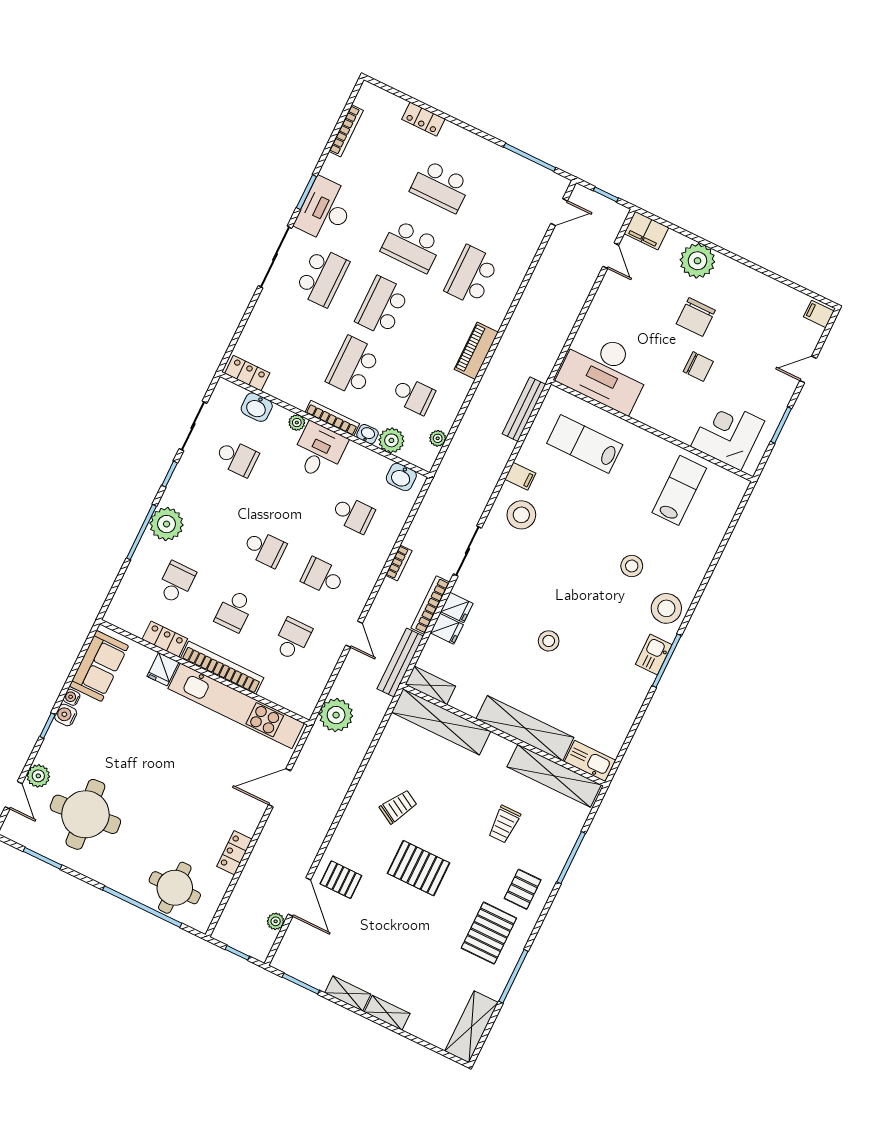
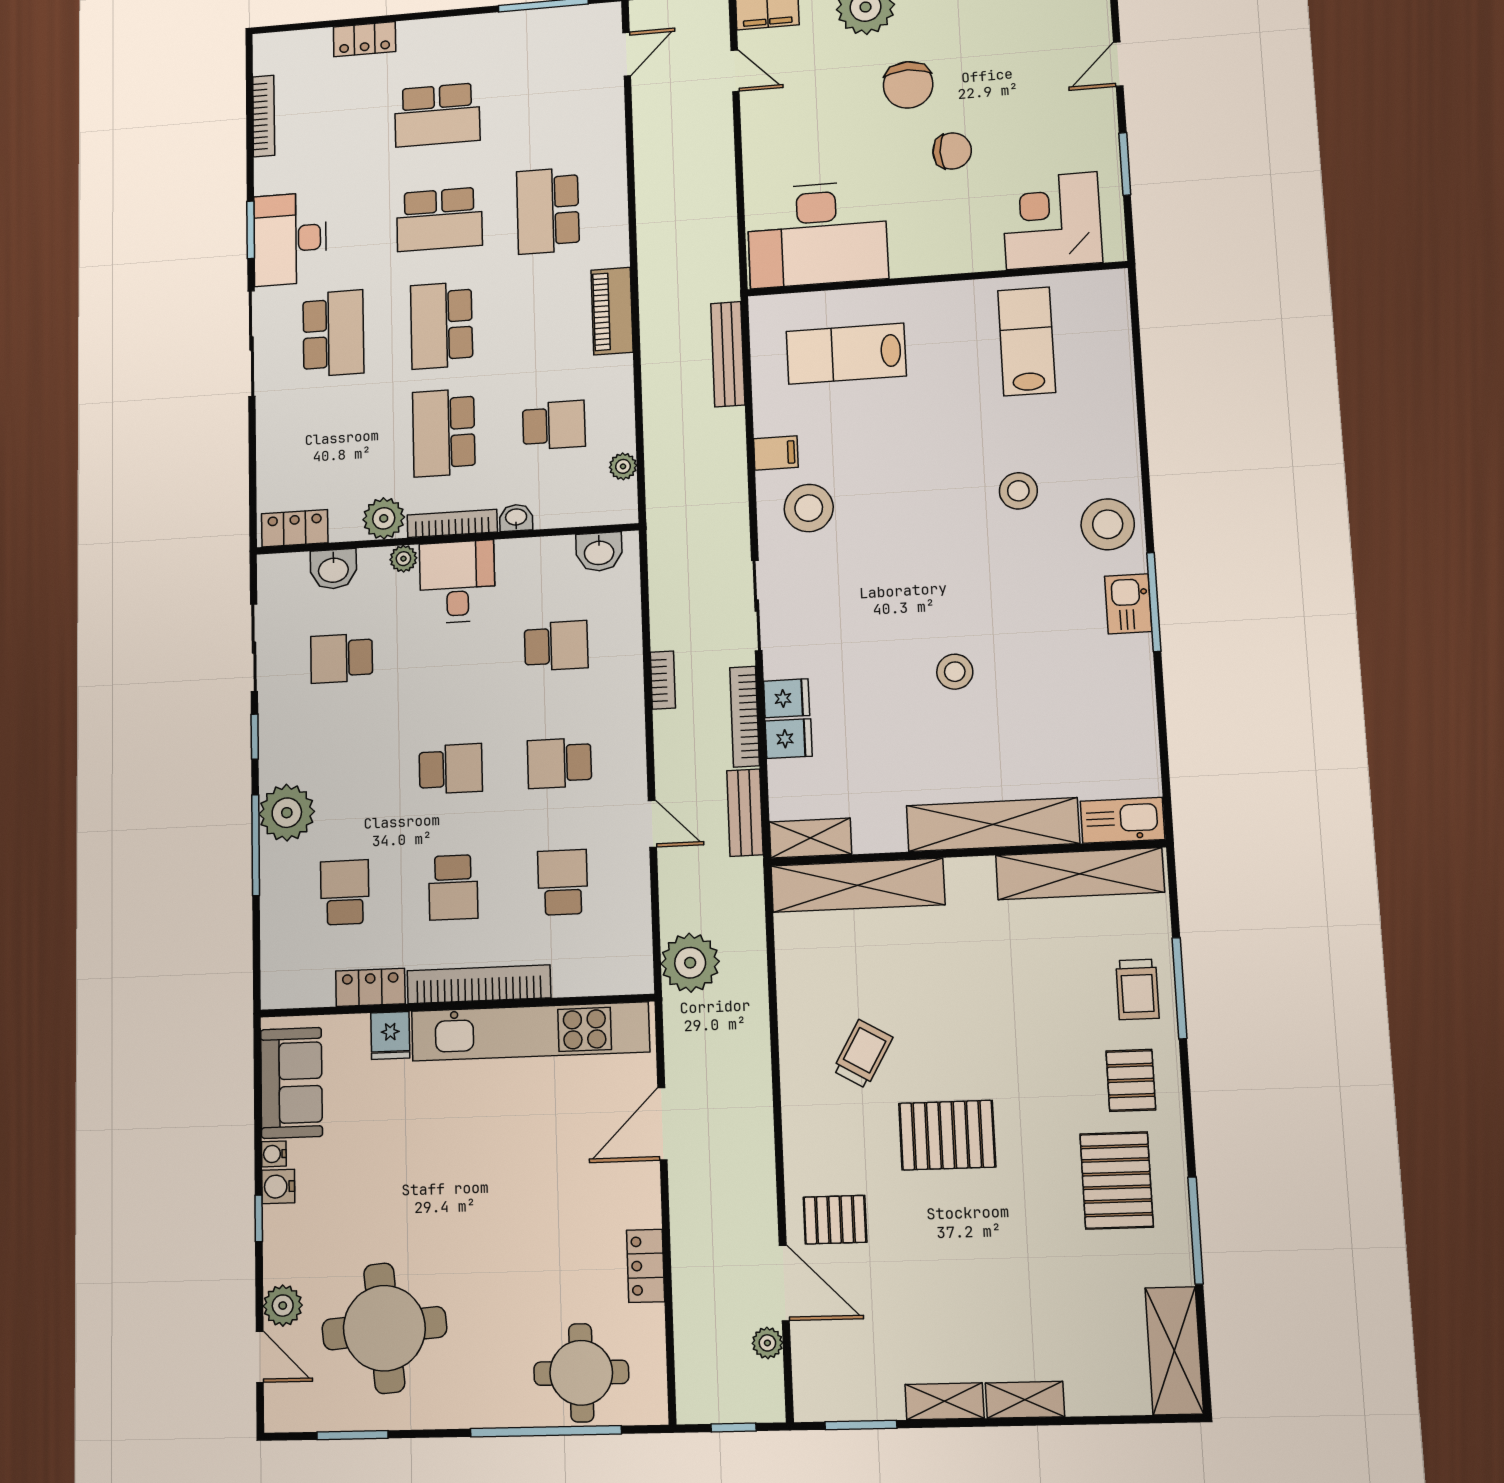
plant: (391, 440) -> (384, 518), moved
school desk: (237, 458) -> (342, 658), turned 180
bench: (400, 662) -> (745, 813), width x0.73
trolley: (504, 824) -> (1137, 989), moved

